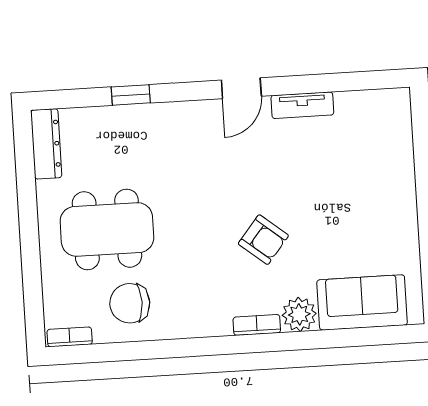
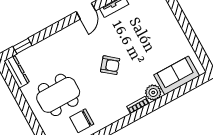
window: (131, 95) -> (22, 46), moved
armchair: (263, 240) -> (110, 65), moved

